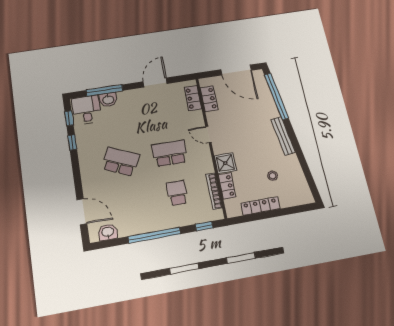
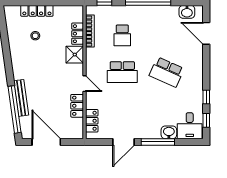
window: (104, 90) -> (158, 142), moved
locker: (209, 99) -> (77, 106), moved
bench: (283, 136) -> (21, 98), moved
locker: (260, 206) -> (37, 11), moved

